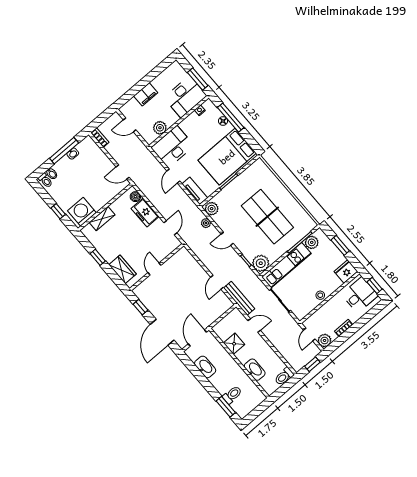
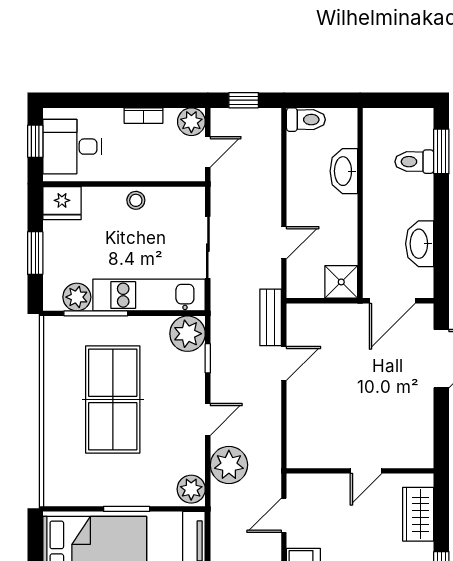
plant: (206, 223) -> (229, 465), width x1.88, depth x1.88
door: (227, 239) -> (208, 419), hinge flipped
bench: (239, 298) -> (271, 317), width x0.73
window: (140, 307) -> (441, 429), removed
door: (254, 326) -> (284, 243), swing flipped
shower: (234, 344) -> (341, 282), moved

